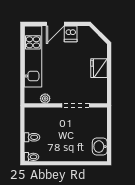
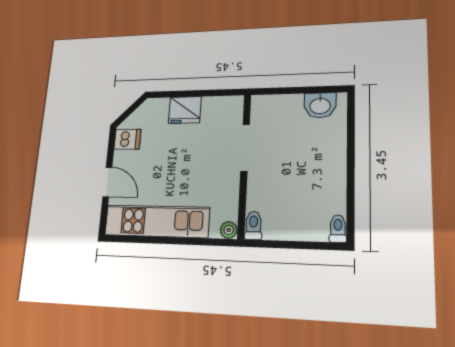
dishwasher: (71, 34) -> (127, 139), moved
plant: (45, 98) -> (229, 230), moved
toilet: (32, 137) -> (253, 225), moved

